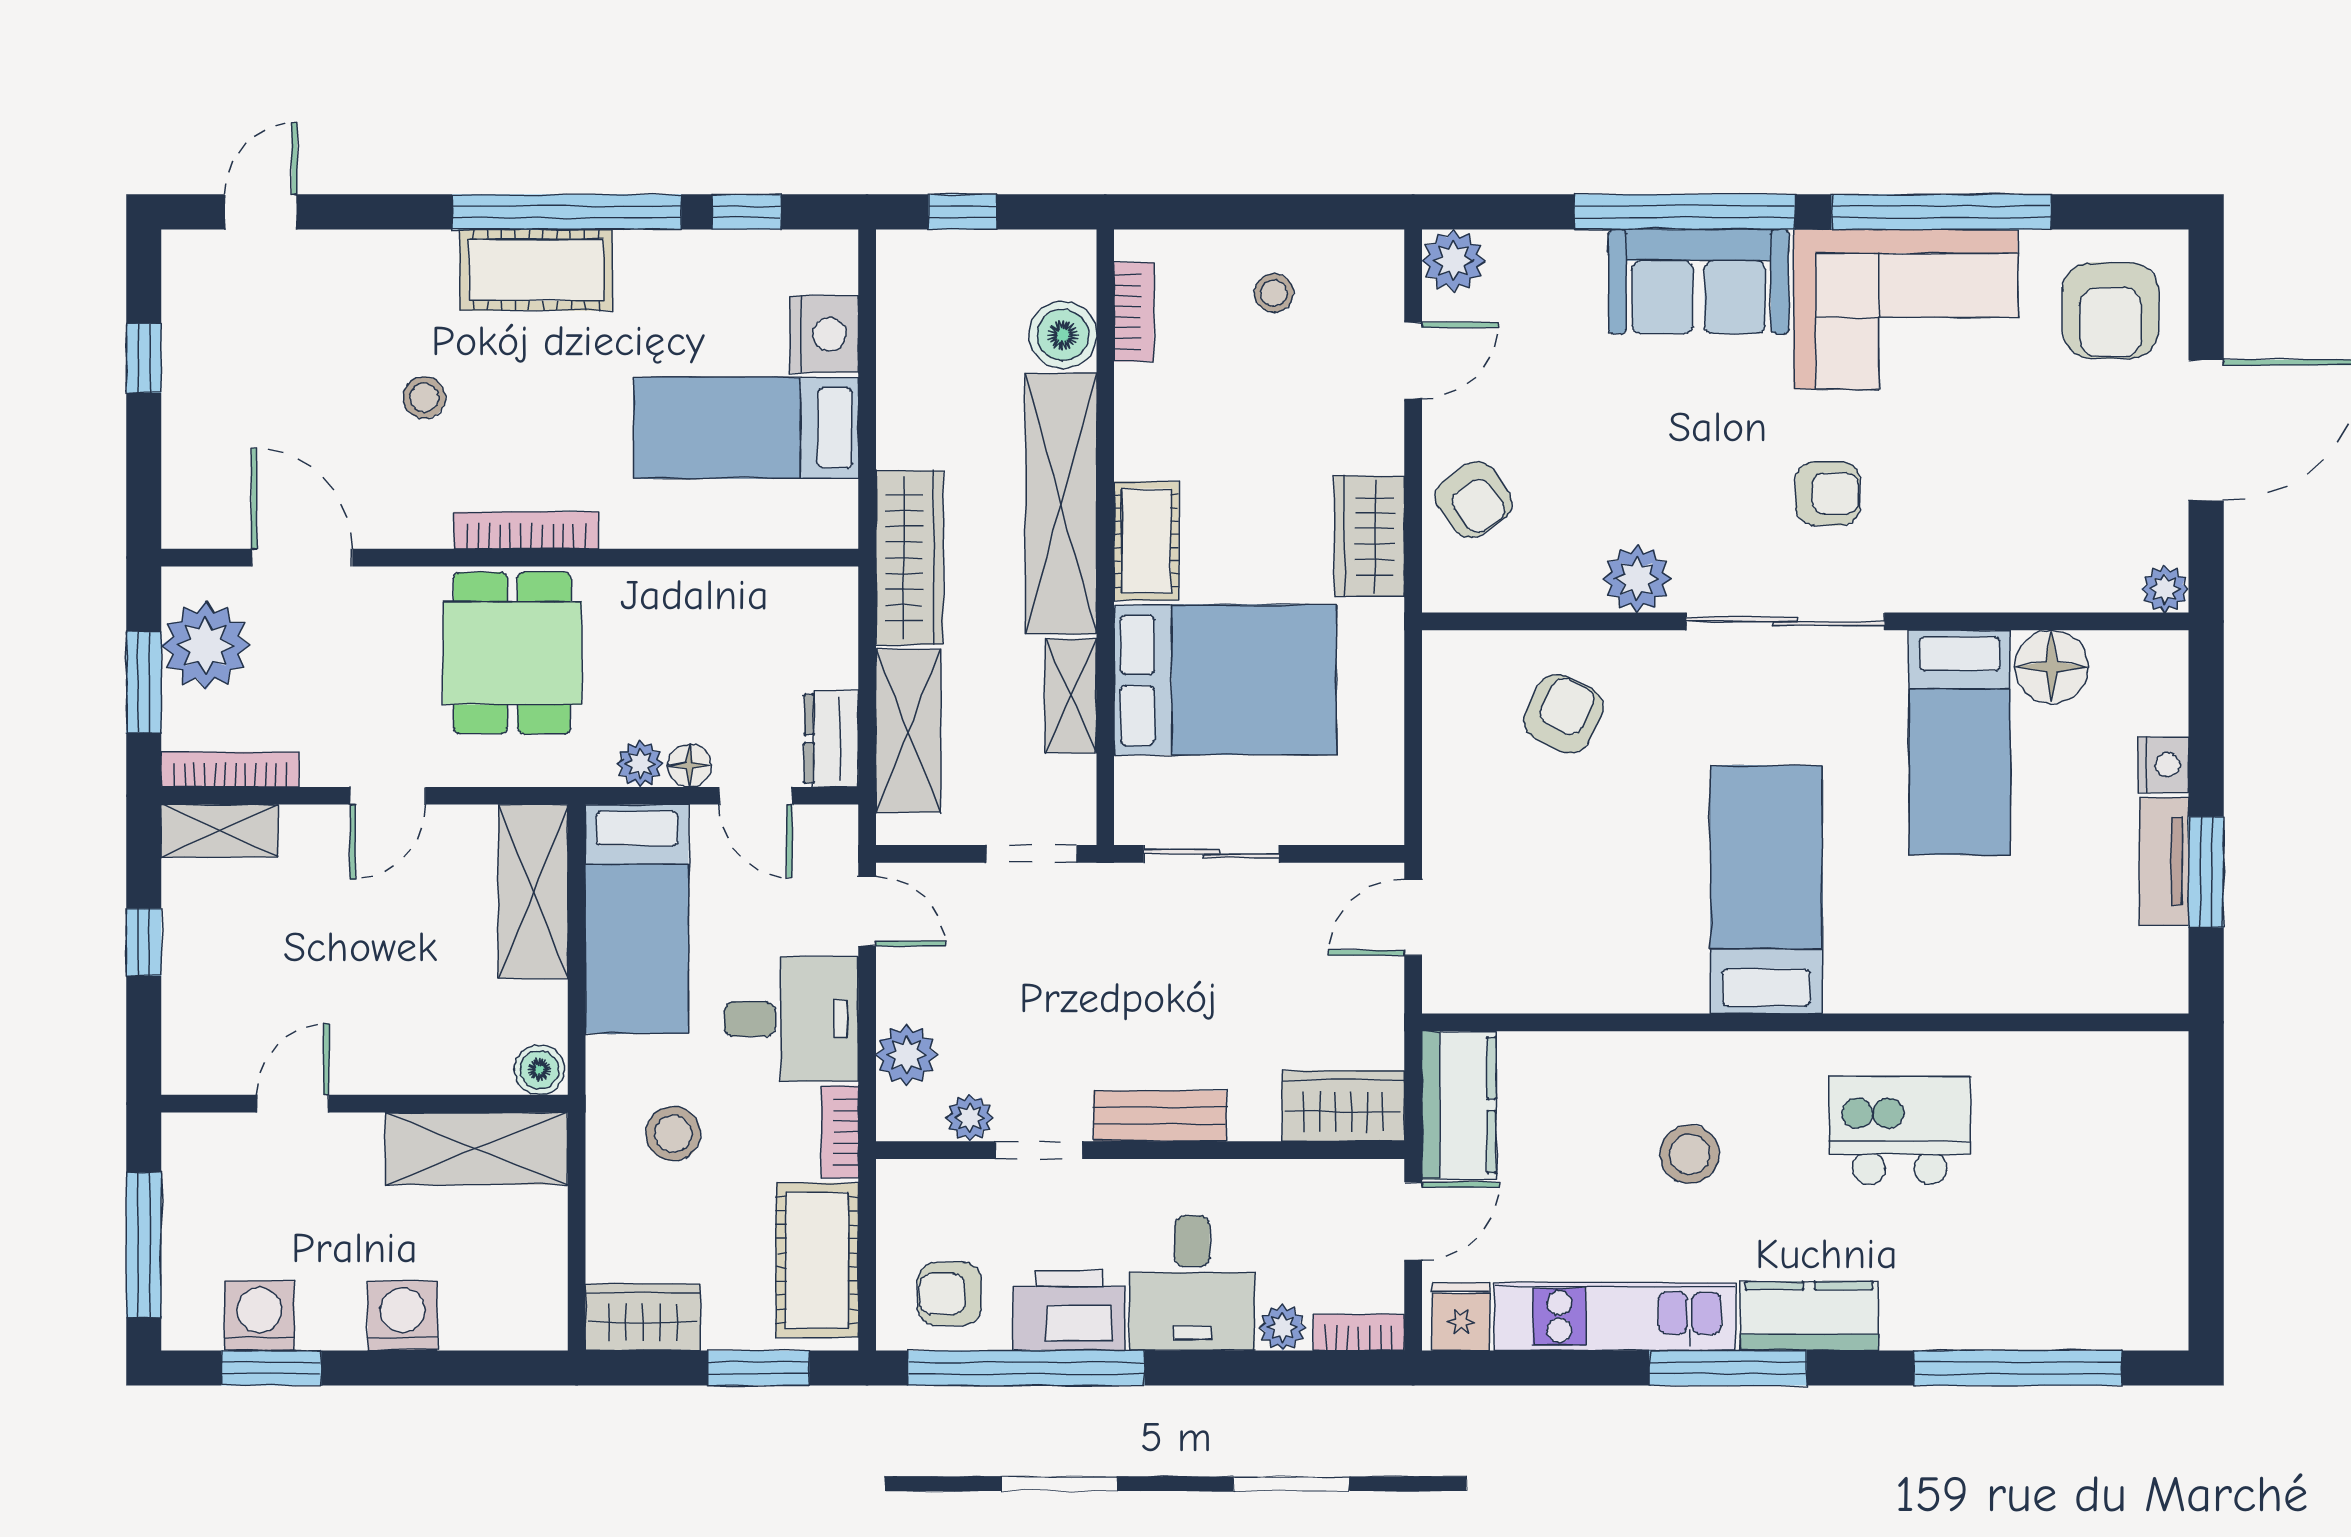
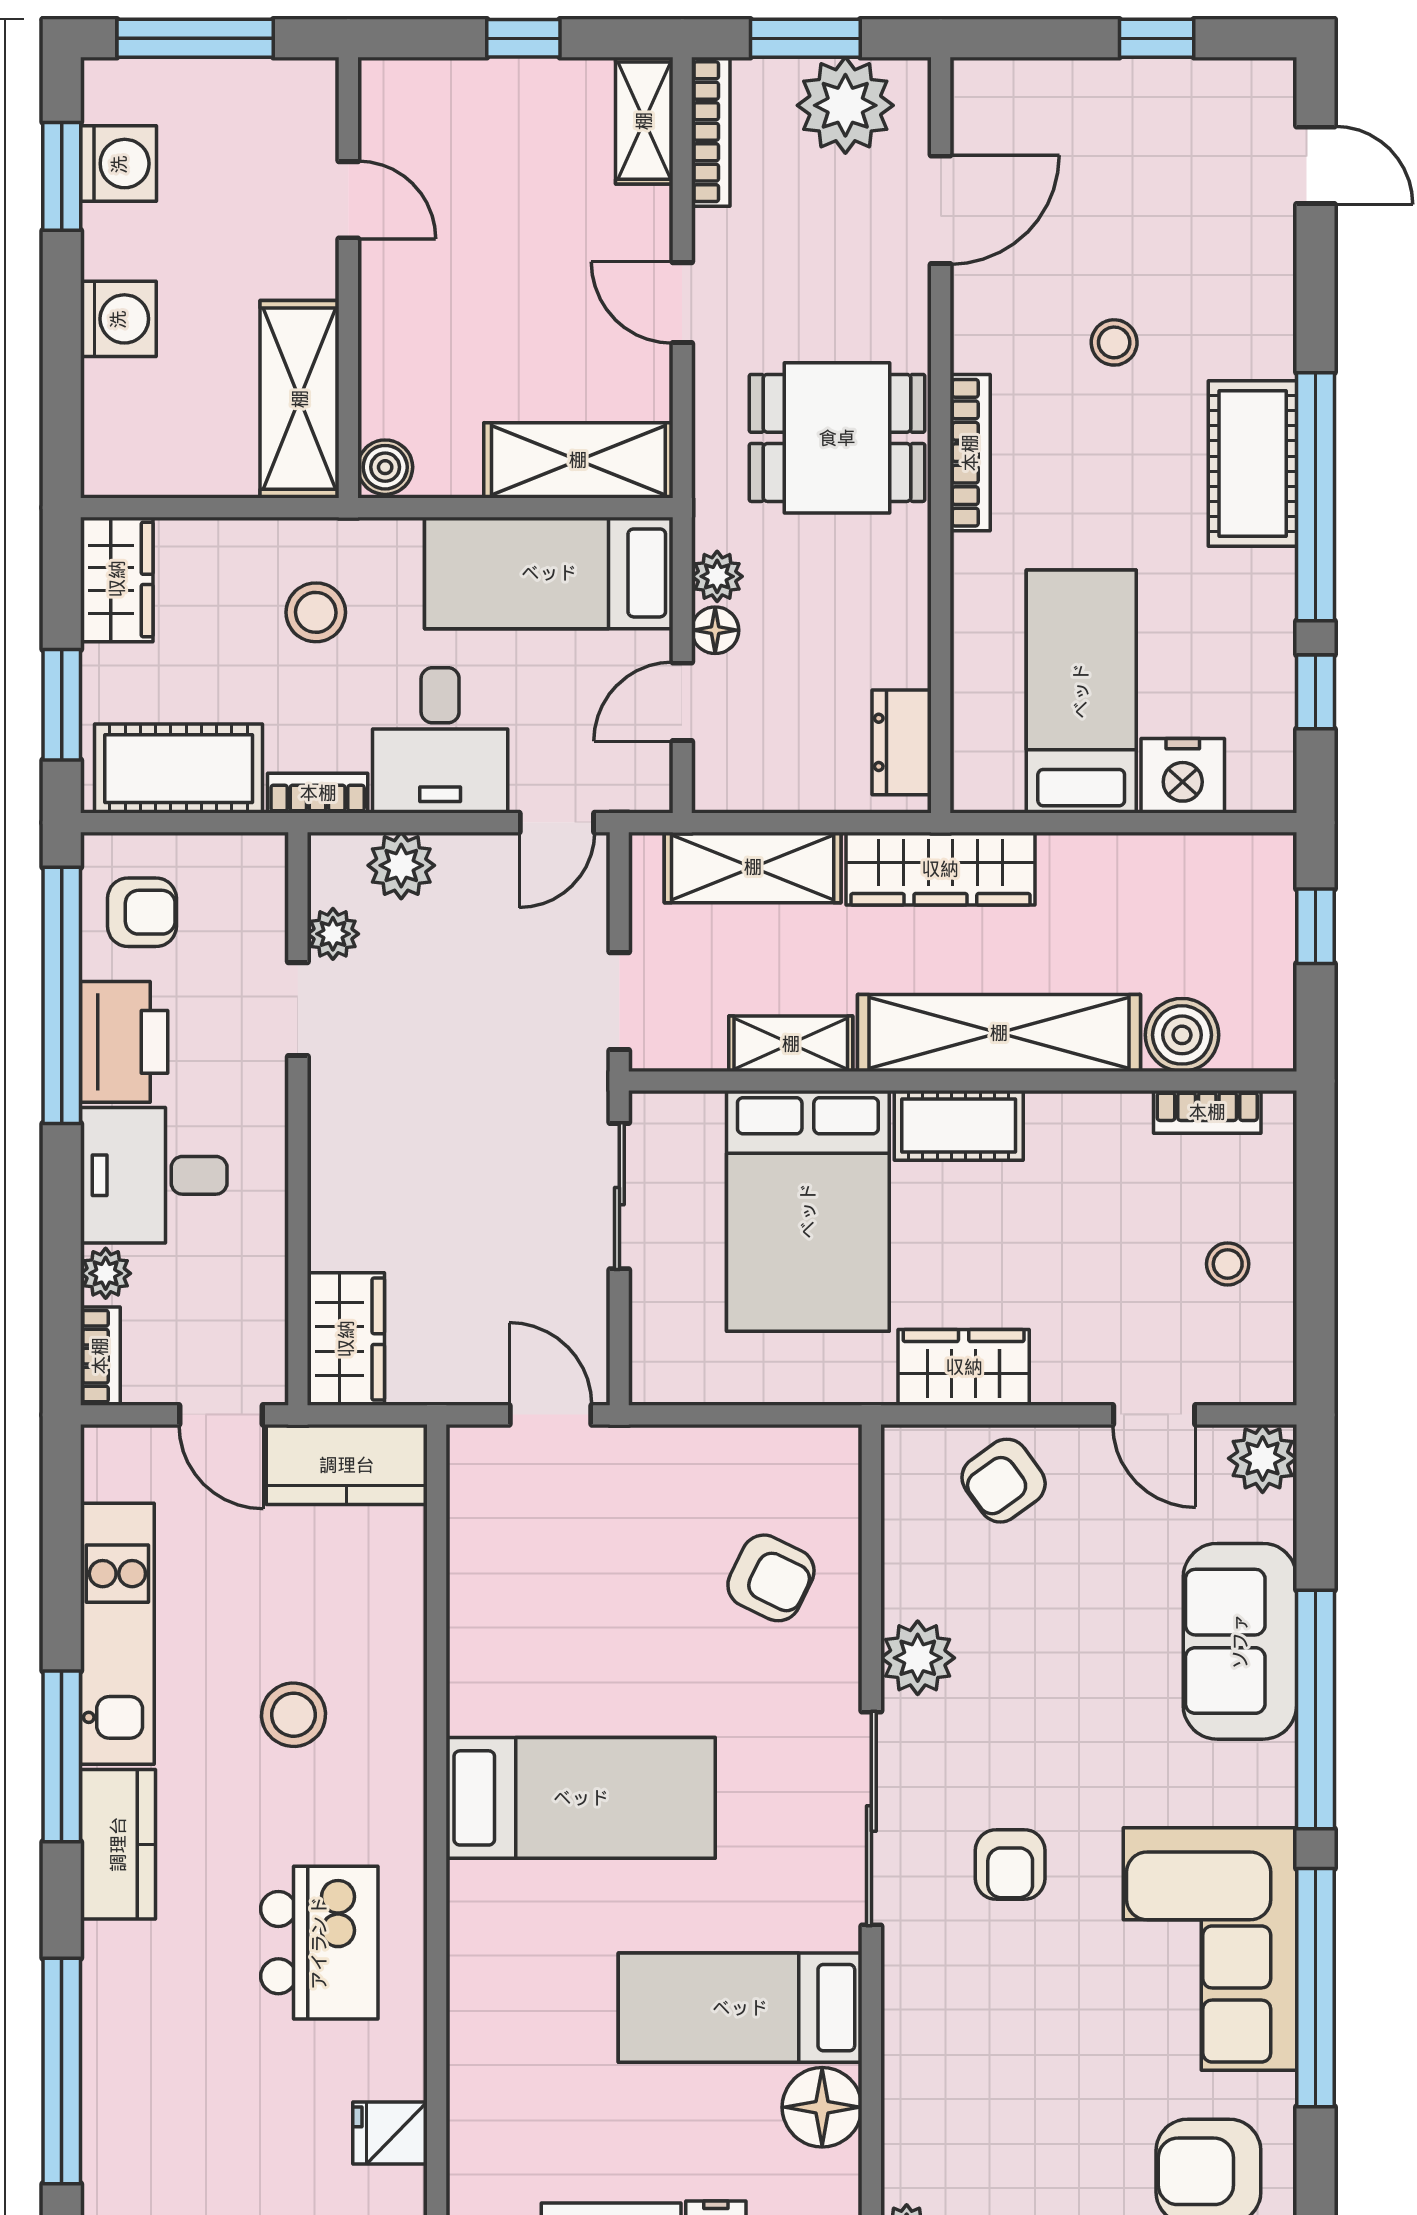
sofa: (1699, 282) -> (1240, 1641), moved
dresser: (831, 739) -> (902, 742), moved, turned -90
bench: (1160, 1116) -> (335, 1140), removed
armchair: (950, 1294) -> (142, 912), turned 90
fridge: (1461, 1316) -> (390, 2133), moved, turned 180

